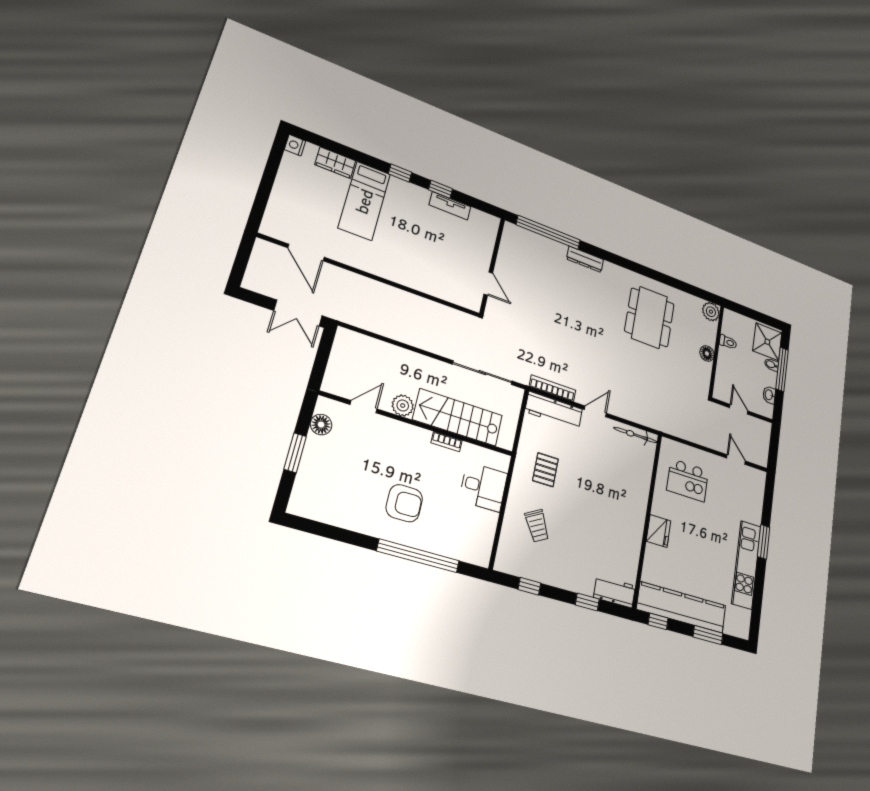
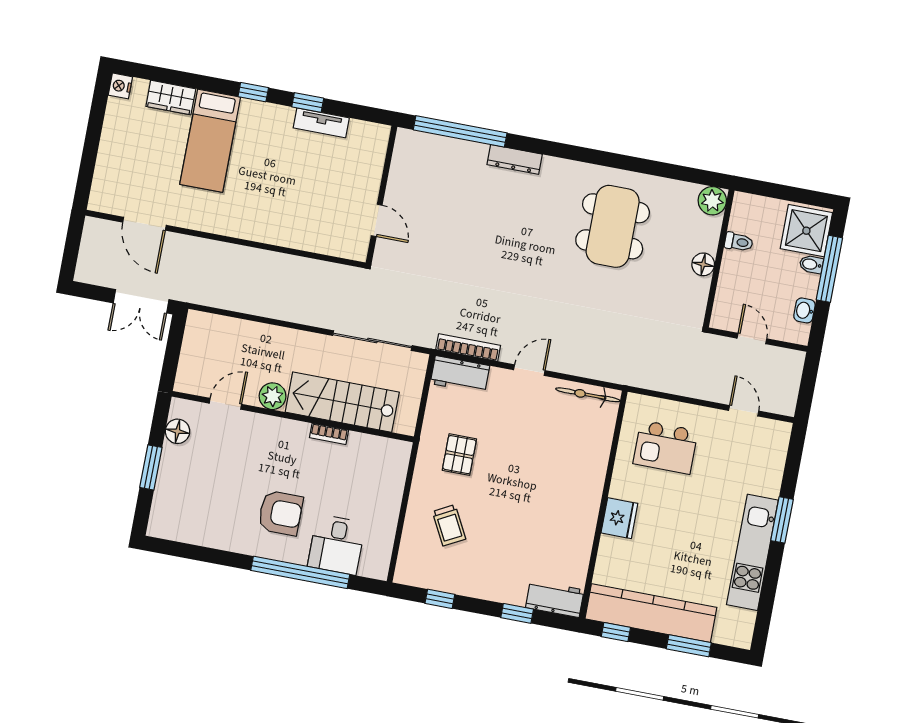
workbench: (554, 410) -> (460, 375), width x0.73
desk: (483, 487) -> (336, 545), moved, turned 90

